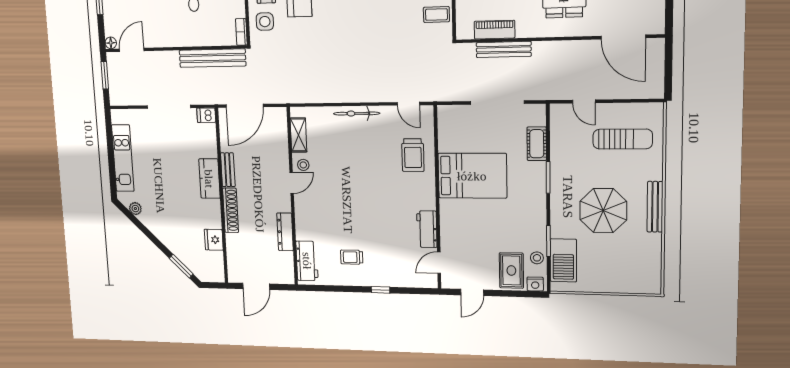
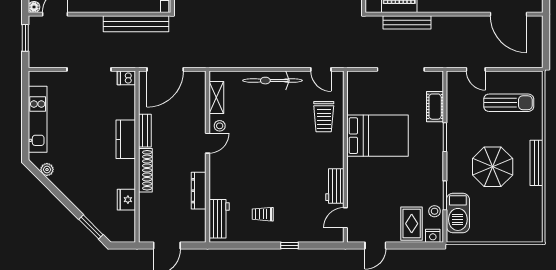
bicycle: (357, 113) -> (272, 81), width x1.37, depth x1.40

